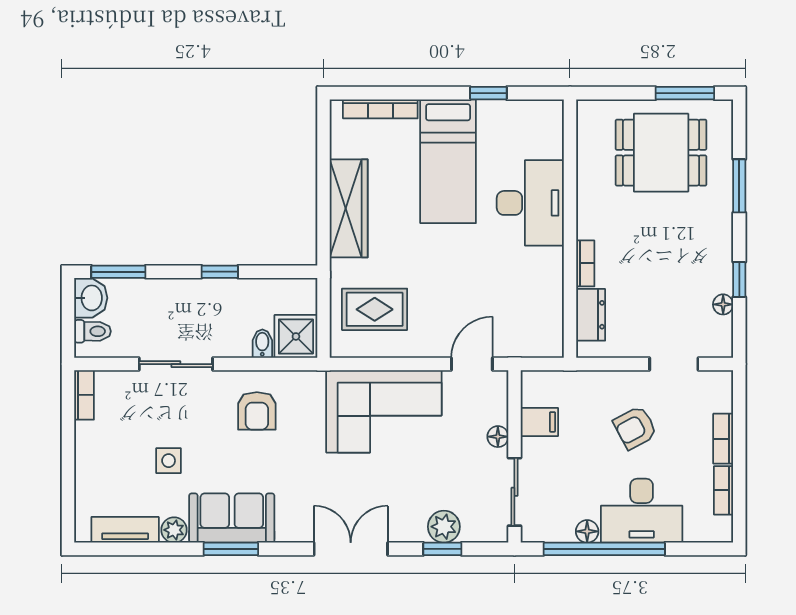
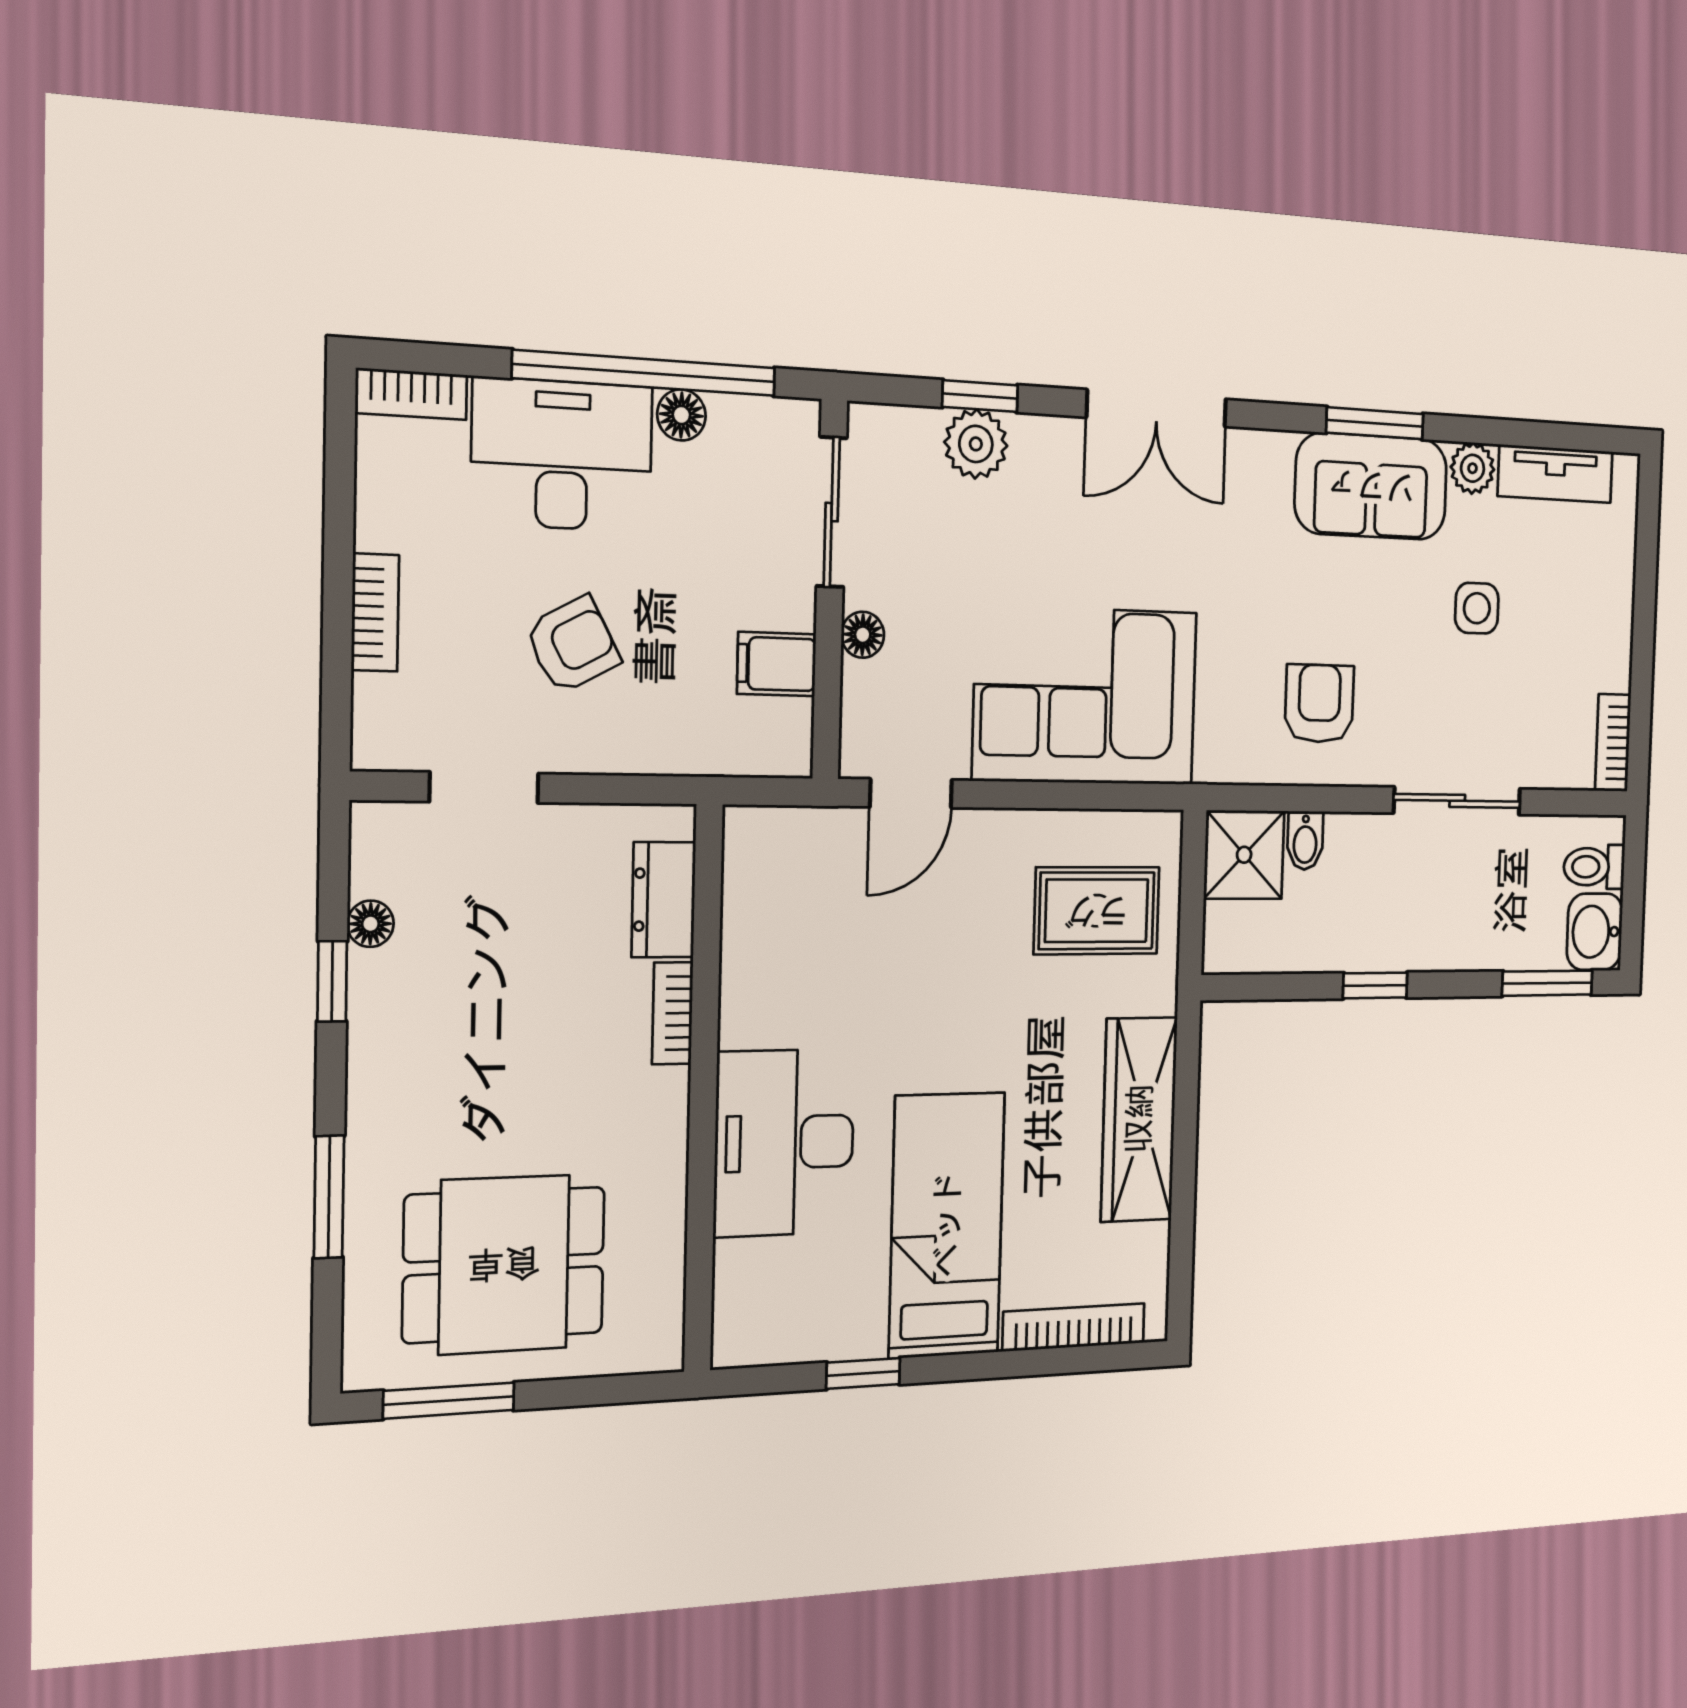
bookcase: (723, 490) -> (411, 394), moved, turned 90

